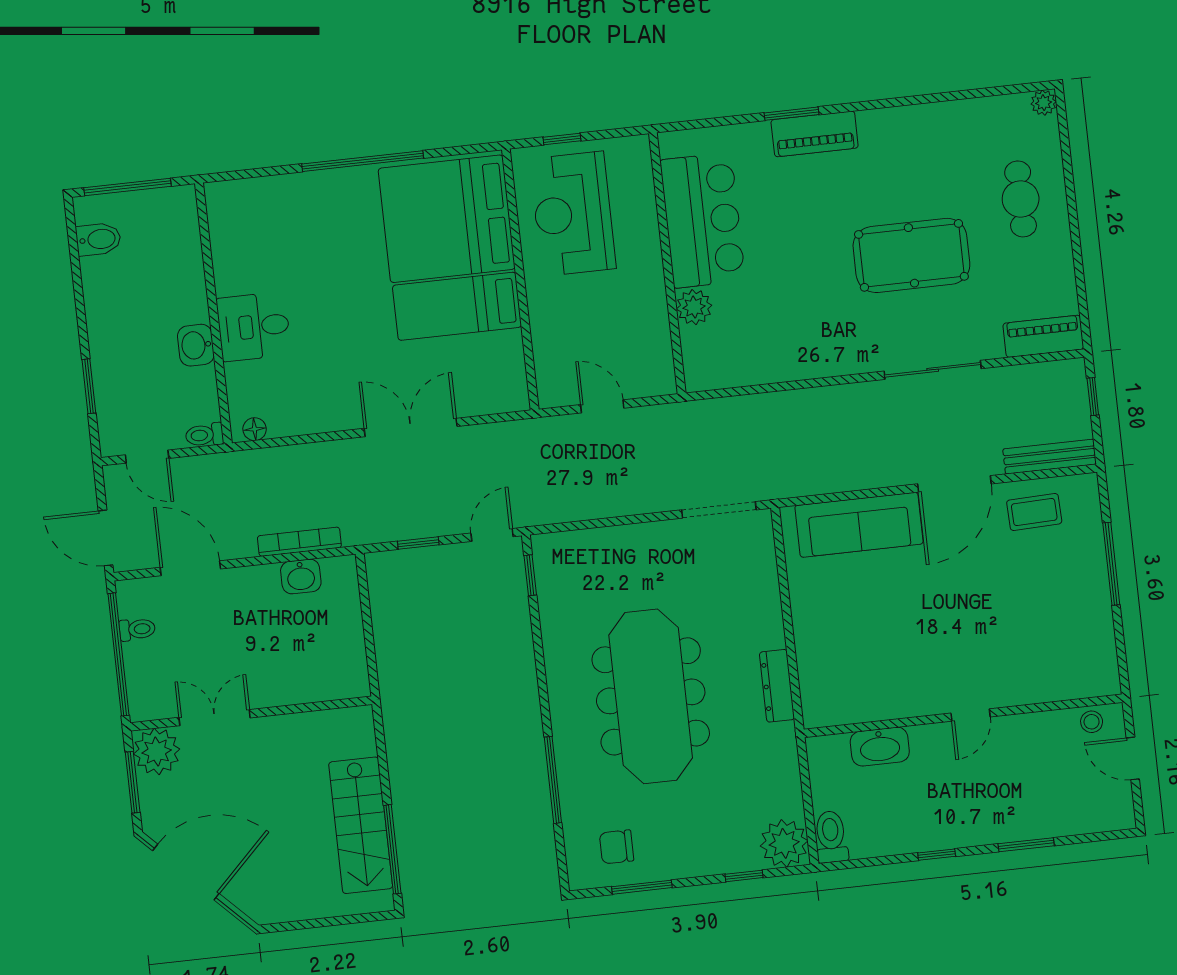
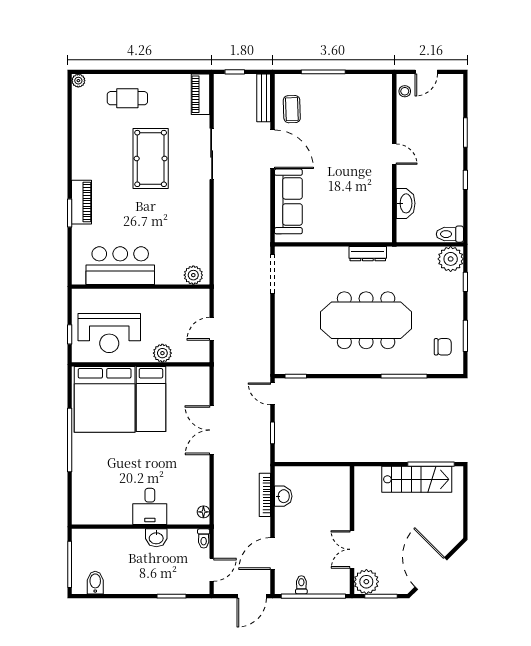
plant: (694, 307) -> (193, 275), moved
plant: (546, 318) -> (162, 353), added
chair: (617, 847) -> (443, 347), turned -90

